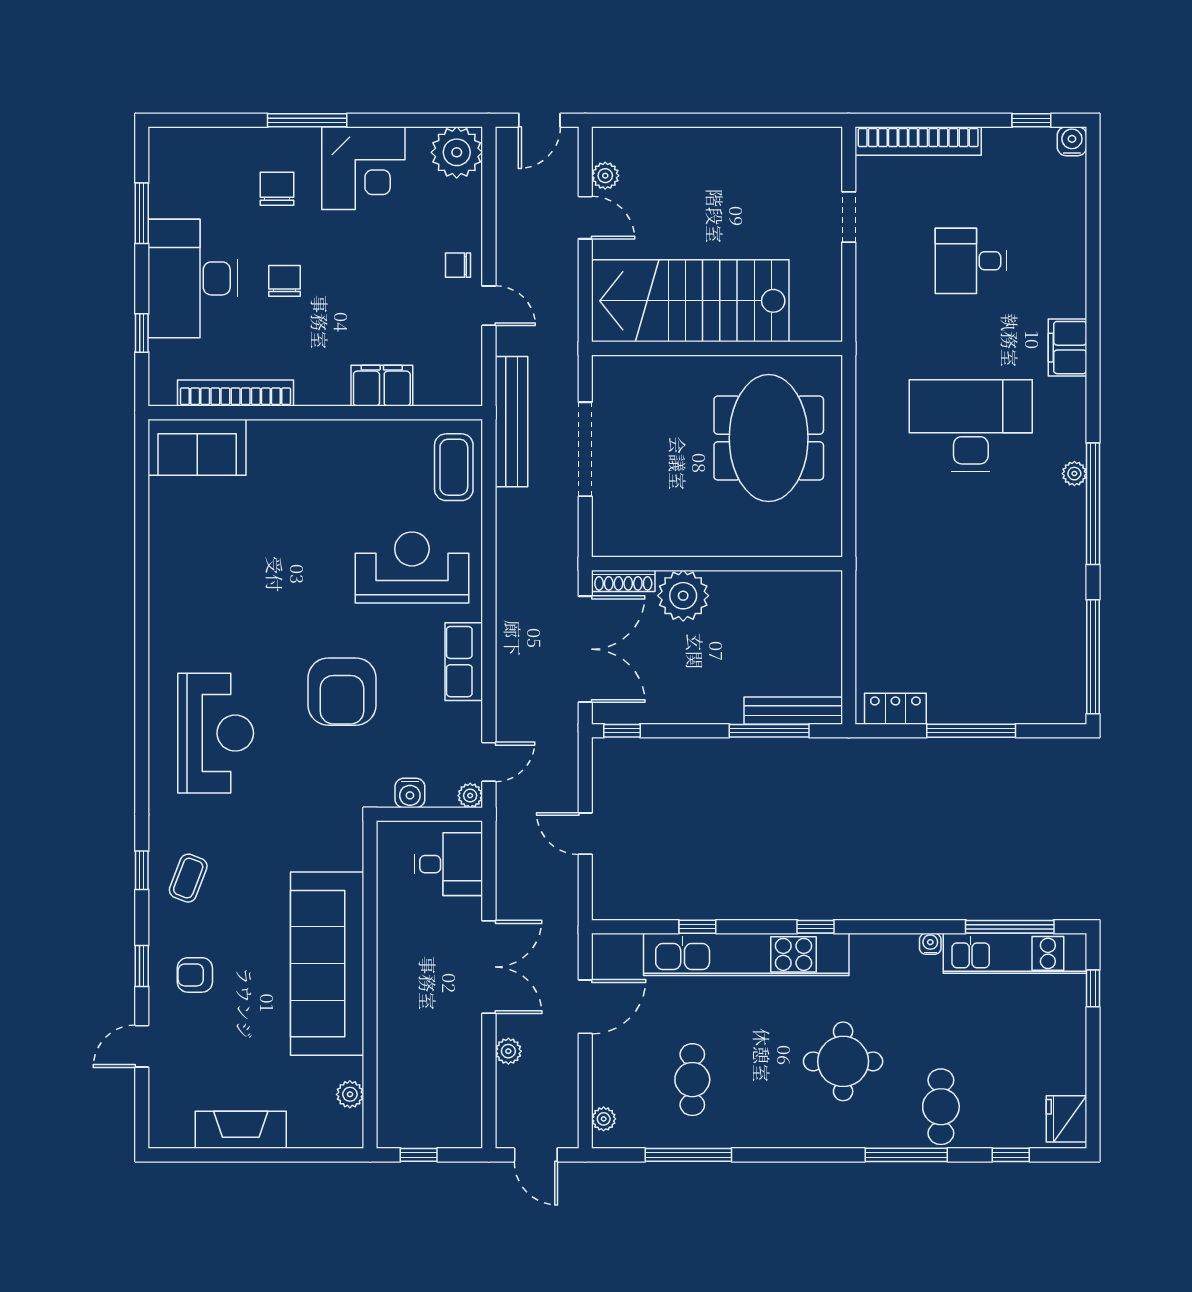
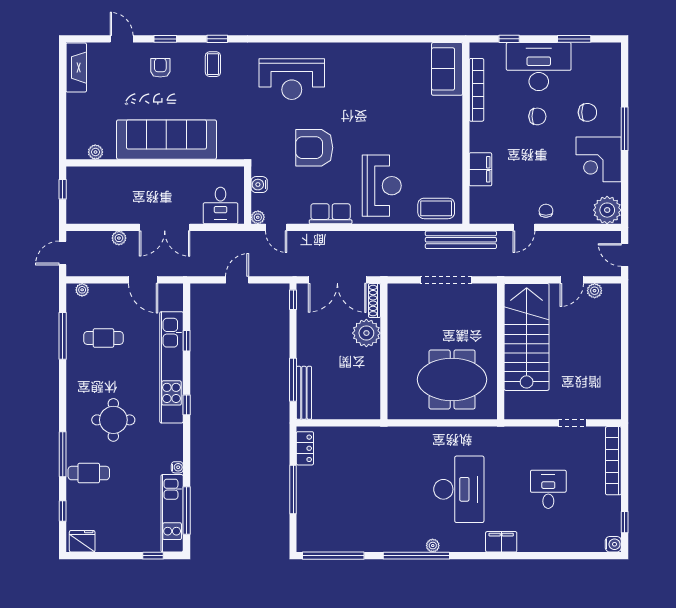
coffee table: (188, 878) -> (213, 64), turned 69
fireplace: (241, 1130) -> (76, 68), moved

